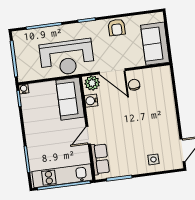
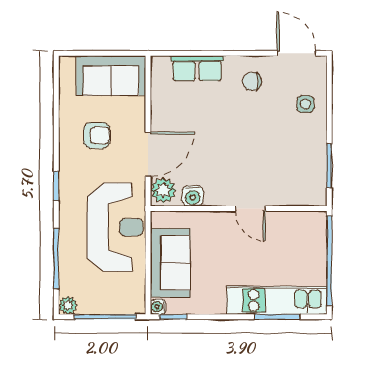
armchair: (117, 27) -> (97, 135), moved
plant: (18, 36) -> (68, 305), added
chair: (134, 85) -> (252, 81), moved
sofa: (70, 99) -> (170, 263), moved, turned -90
row of seats: (100, 159) -> (197, 68), moved, turned 180
kitchen unit: (62, 176) -> (277, 300), moved, turned 90

